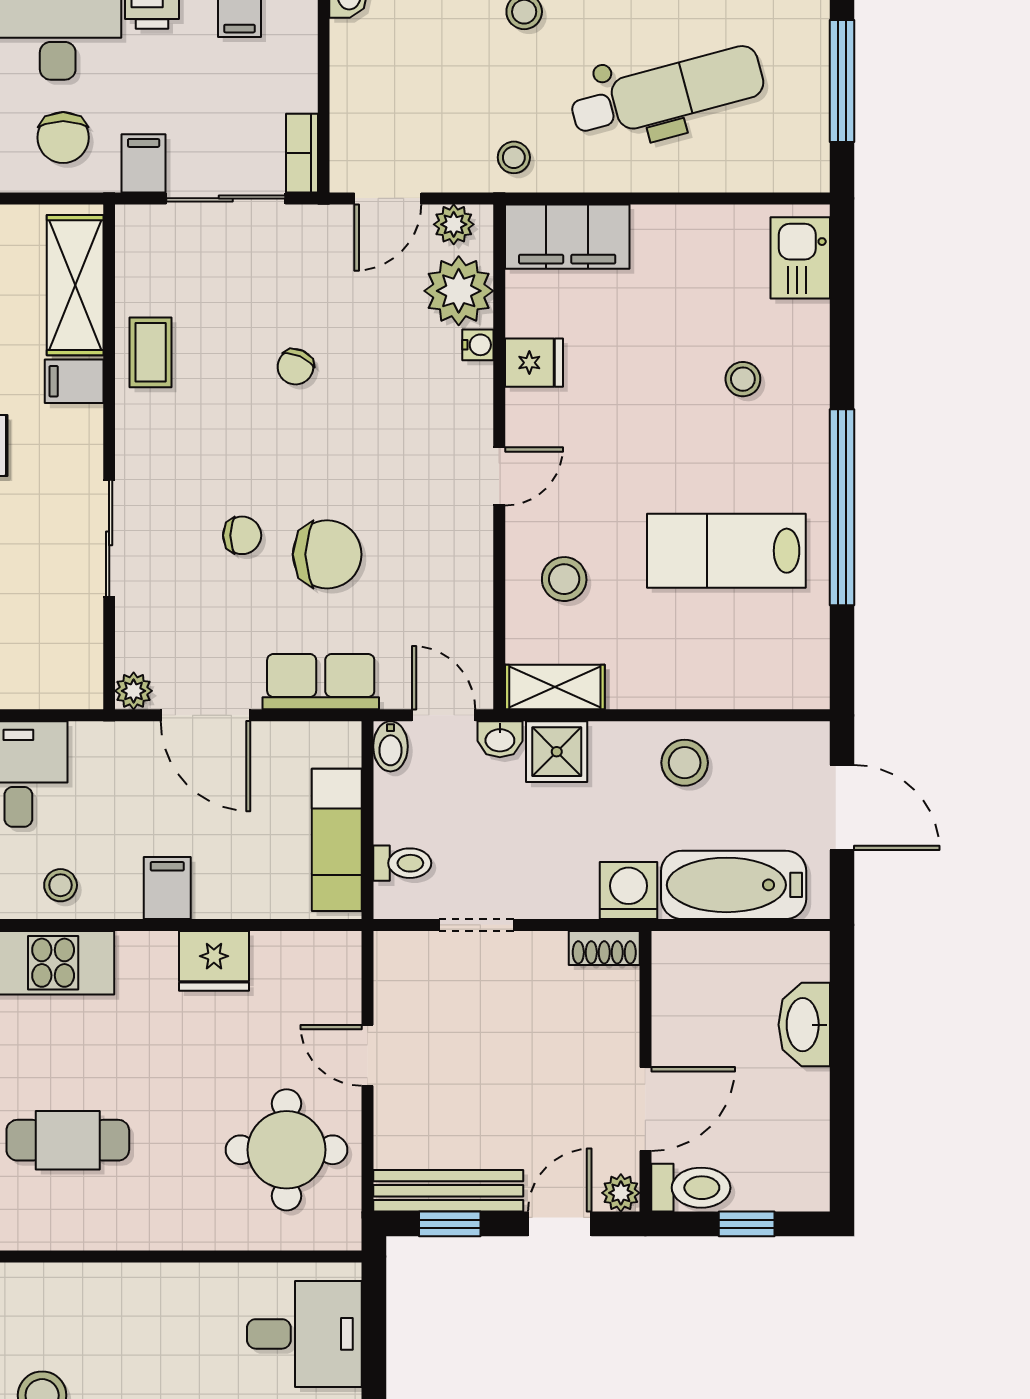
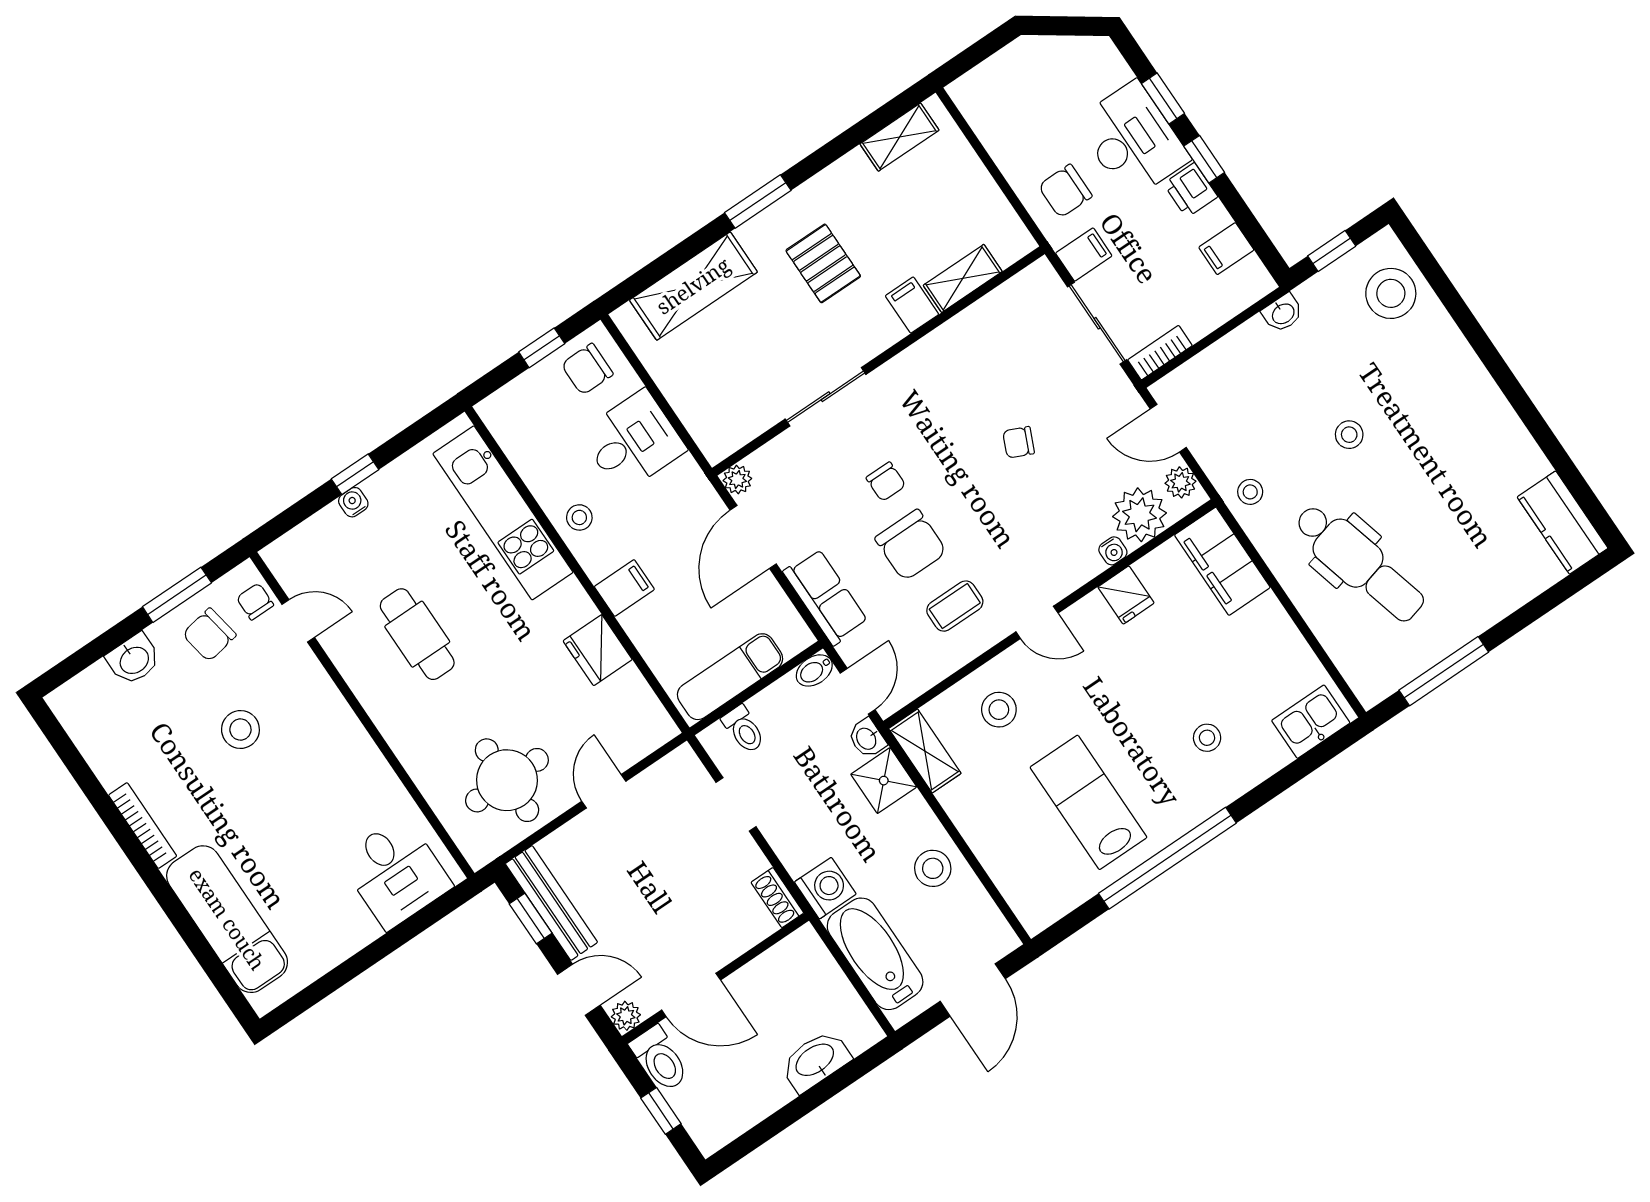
shelving: (75, 285) -> (963, 278), width x0.67, depth x0.75
coffee table: (151, 352) -> (955, 606), moved

